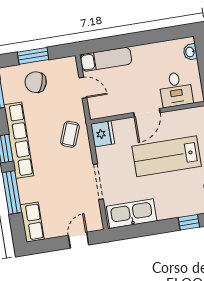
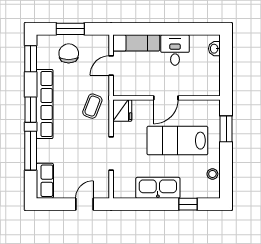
chair: (36, 82) -> (69, 53), turned 71
door: (83, 88) -> (111, 66), swing flipped
desk: (176, 89) -> (175, 50), moved, turned 180
kitchen sink: (132, 214) -> (158, 188), moved

